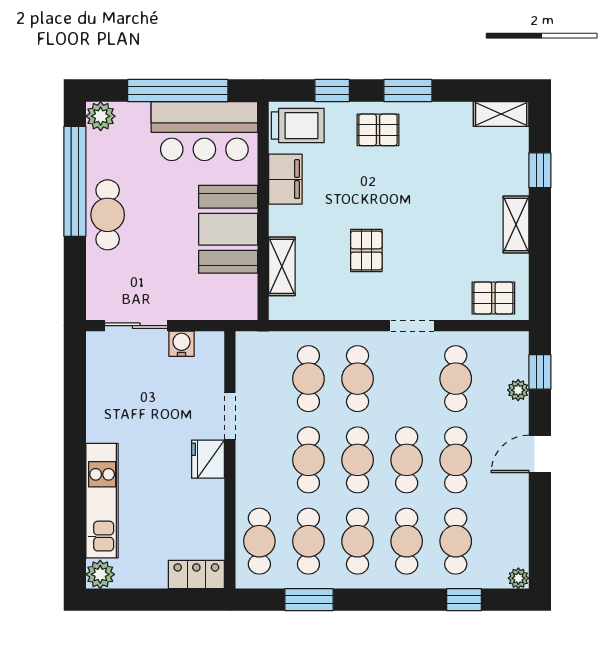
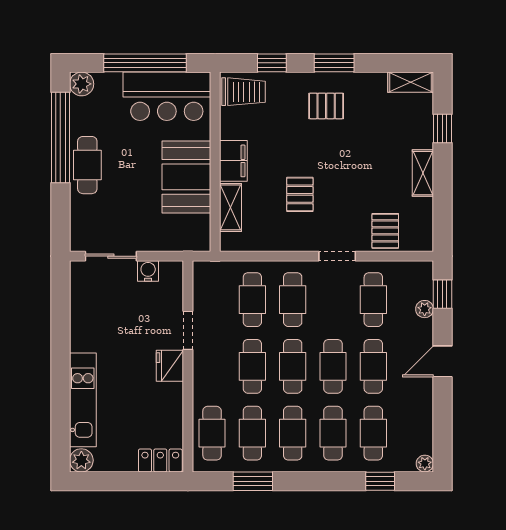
pallet: (378, 130) -> (326, 106), moved
filing cabinet: (285, 179) -> (233, 161), moved
pallet: (493, 298) -> (385, 231), moved, turned 90

